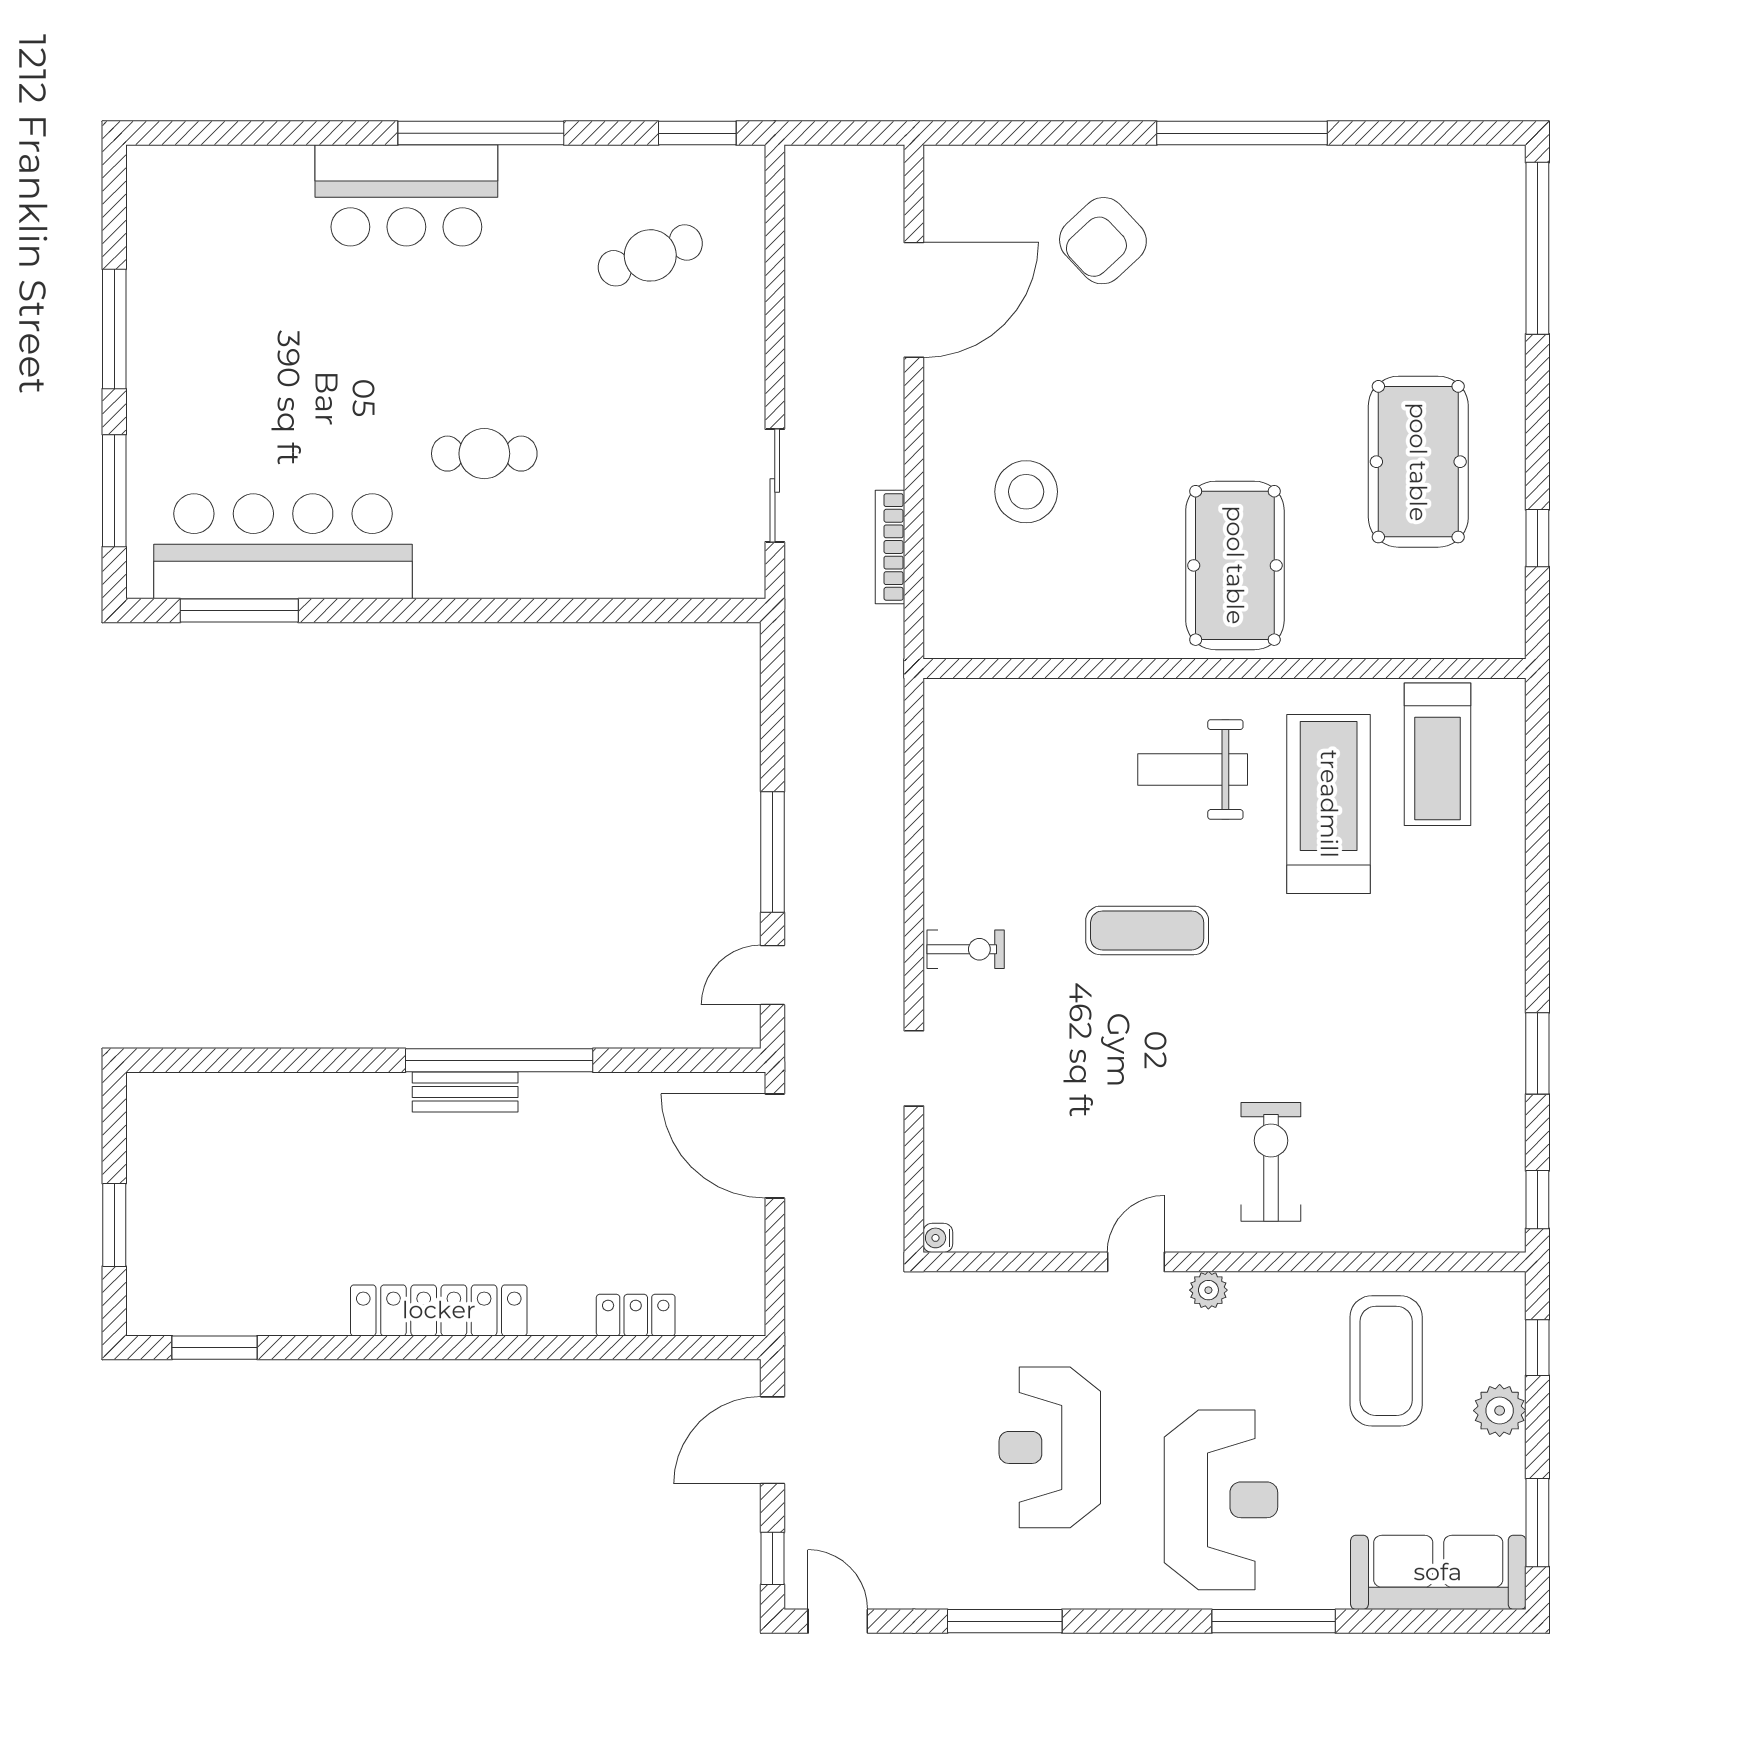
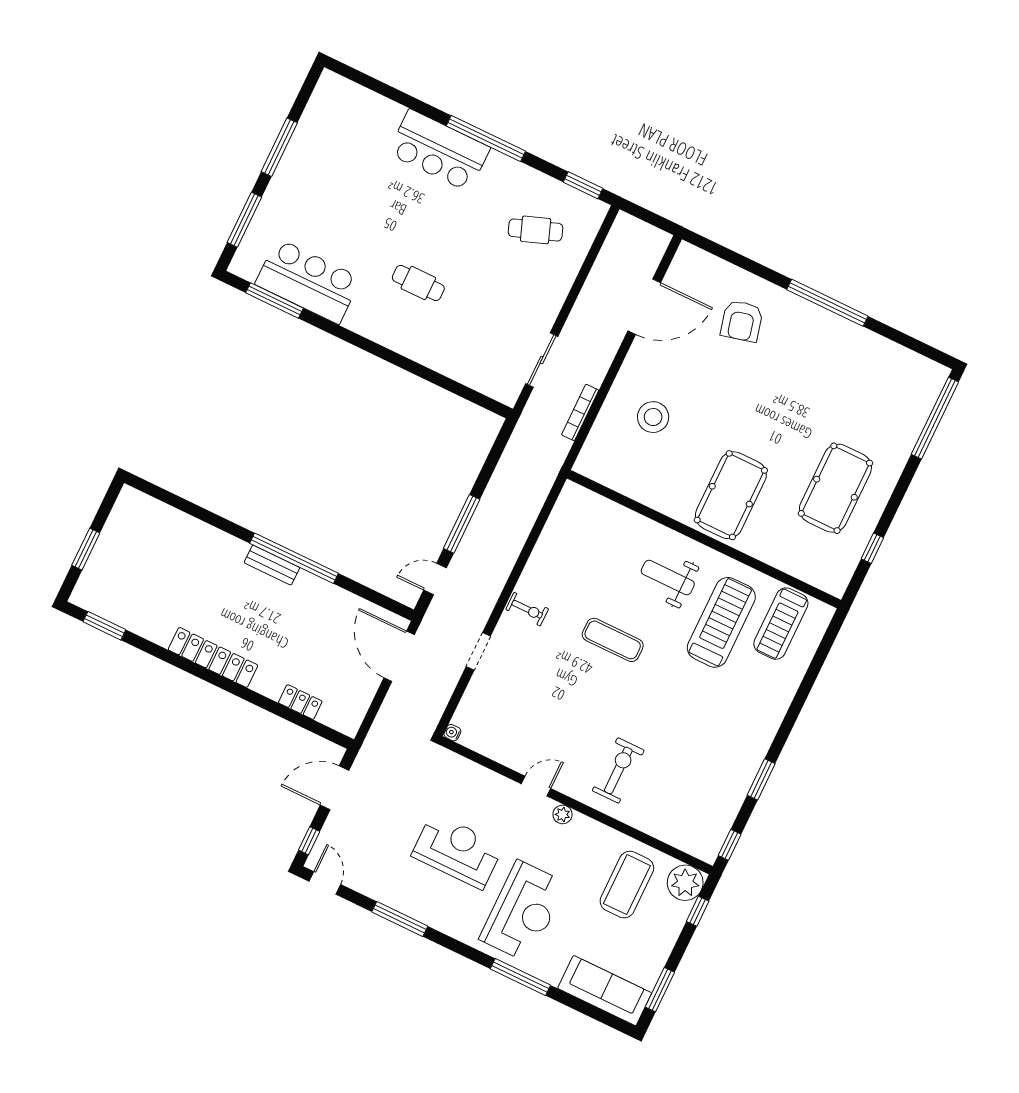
armchair: (1103, 241) -> (742, 321), turned -61
bar counter: (283, 546) -> (308, 281), width x0.73
plant: (1500, 1411) -> (685, 883), moved, width x1.36, depth x1.36
reception desk: (1050, 1447) -> (457, 851), turned 90

